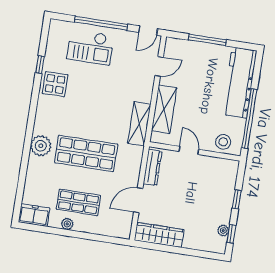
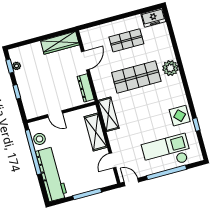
door: (148, 31) -> (131, 182), hinge flipped
checkout: (90, 47) -> (167, 152), width x1.36, depth x1.21
stool: (223, 142) -> (40, 139), moved
door: (189, 150) -> (55, 114), moved
plant: (67, 224) -> (128, 22), removed

